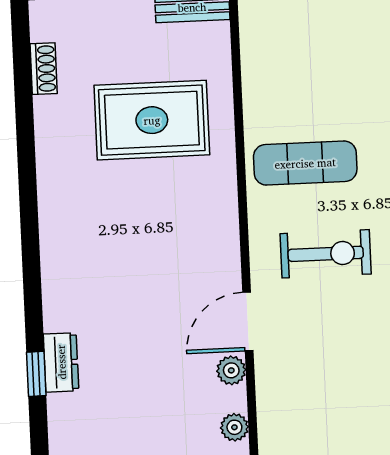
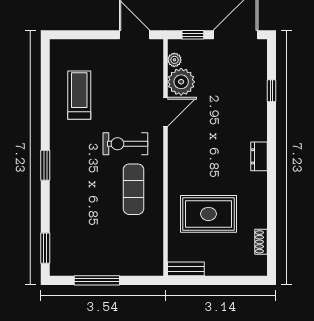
exercise mat: (305, 163) -> (133, 189), turned 90
dresser: (61, 362) -> (259, 156), moved
plant: (231, 370) -> (181, 82), width x1.87, depth x1.87

